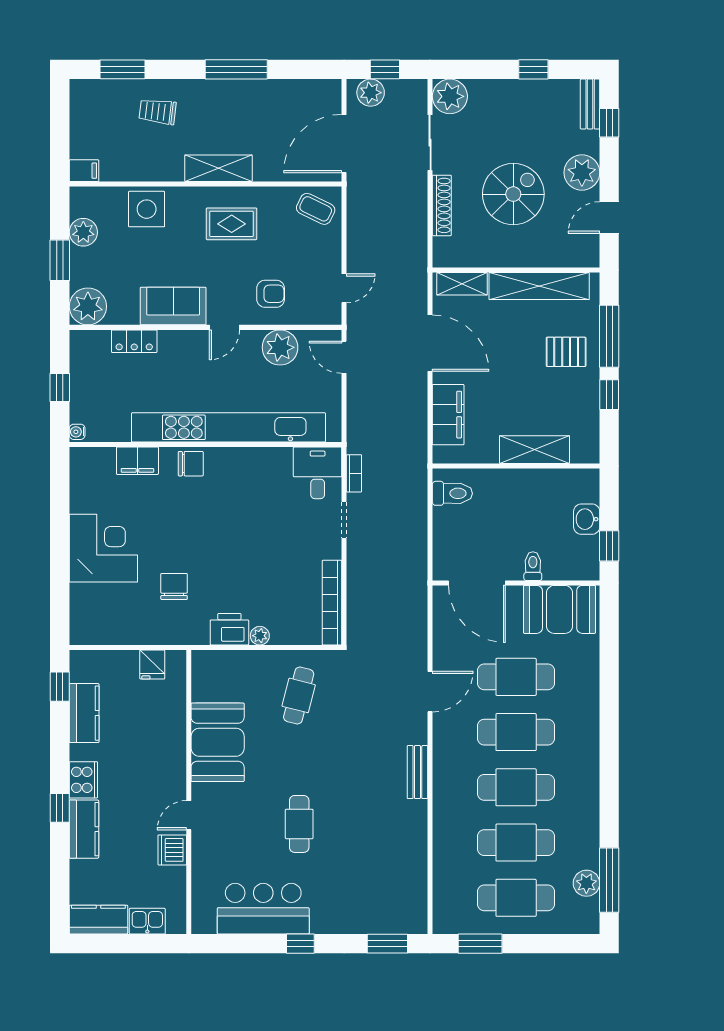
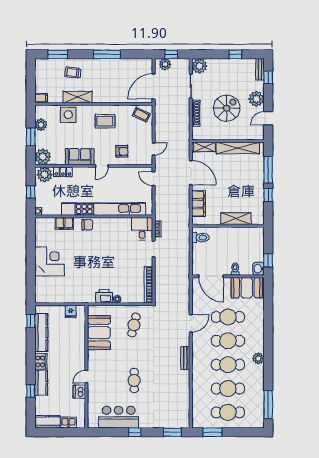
shelving: (218, 168) -> (78, 97), moved
plant: (280, 347) -> (45, 175), moved
pallet: (566, 352) -> (250, 176), removed
washbasin: (587, 519) -> (258, 269), moved
chair: (174, 586) -> (80, 278), removed
kitchen counter: (84, 713) -> (41, 333), width x1.50
booth: (218, 742) -> (99, 333), moved
window: (60, 808) -> (31, 391), moved
plant: (586, 883) -> (258, 358), moved

